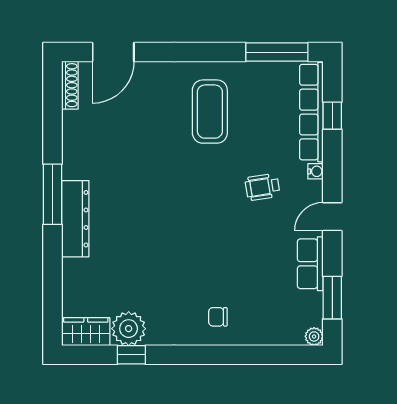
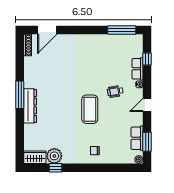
coffee table: (210, 112) -> (90, 109), moved
row of seats: (311, 112) -> (137, 69), width x0.50
row of seats: (310, 264) -> (137, 138), moved

